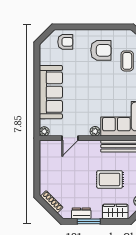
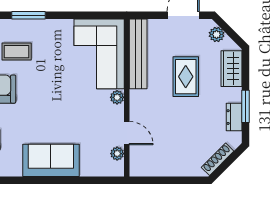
sofa: (51, 92) -> (51, 160), width x0.73
plant: (44, 131) -> (117, 154), moved

